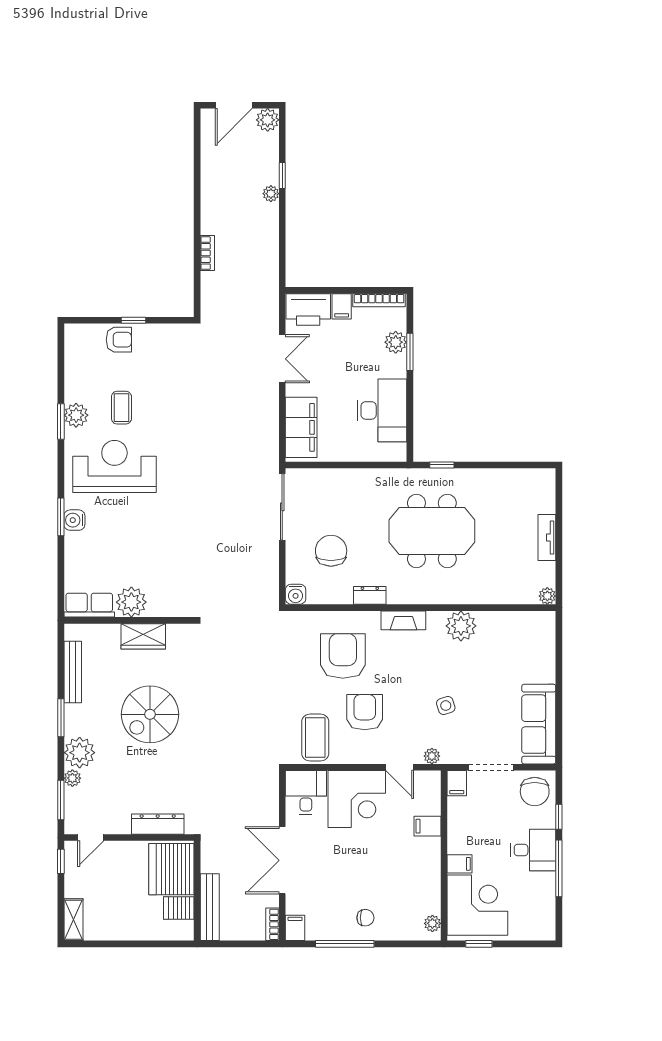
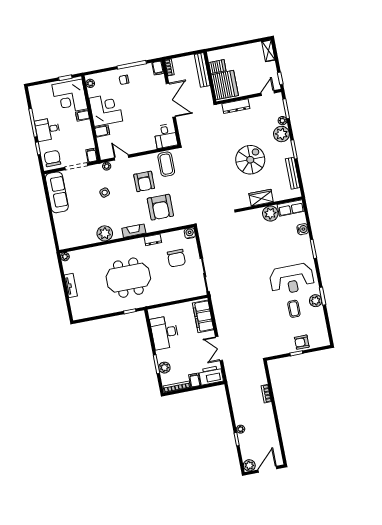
water cooler: (74, 520) -> (303, 229), moved
corner desk: (357, 799) -> (106, 110), moved, turned 90

